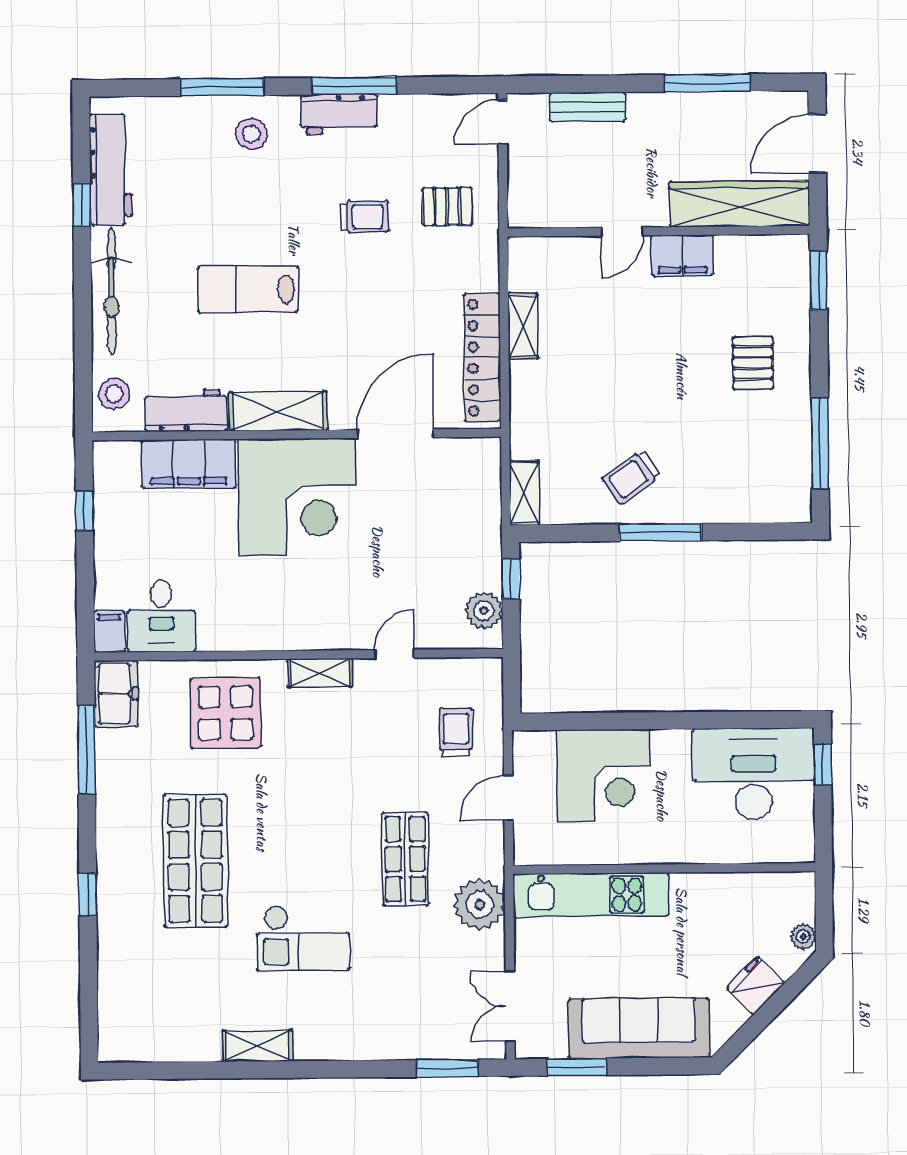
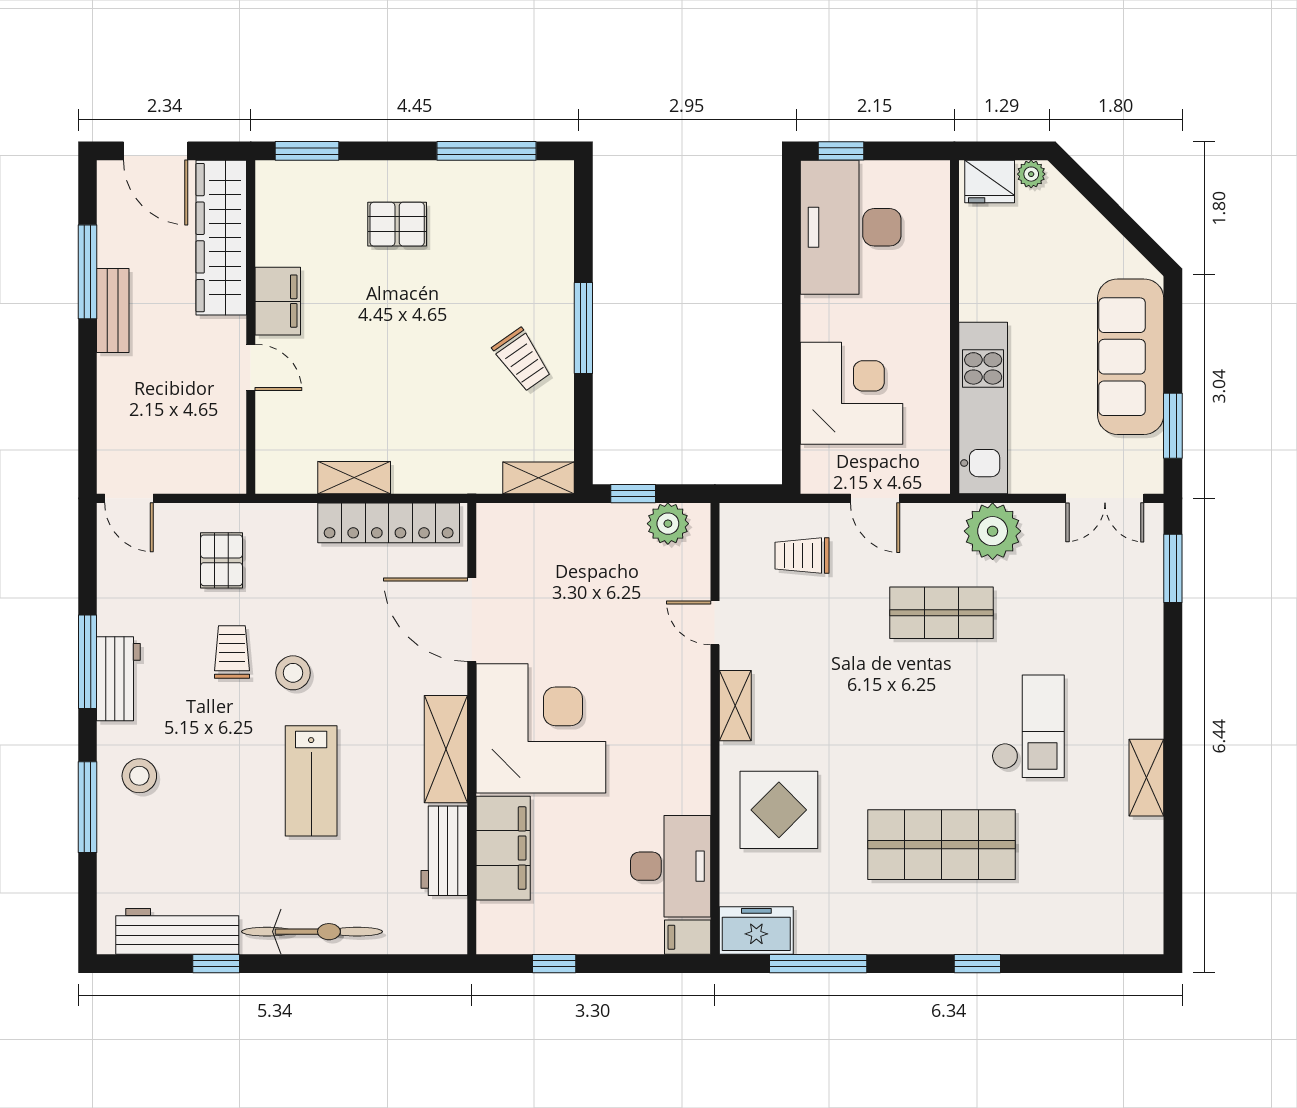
bench: (587, 107) -> (113, 310), moved
stool: (114, 394) -> (293, 673), moved
desk: (161, 616) -> (671, 866), width x1.37
fridge: (756, 985) -> (990, 181), moved, turned -45

